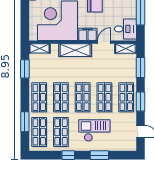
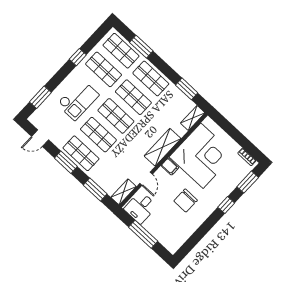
filing cabinet: (87, 34) -> (170, 167), width x0.50
window: (99, 155) -> (40, 97), moved

